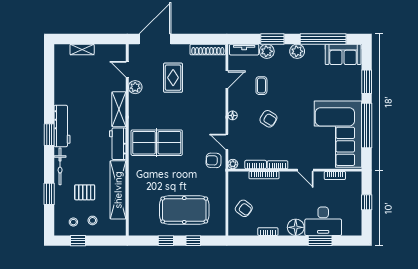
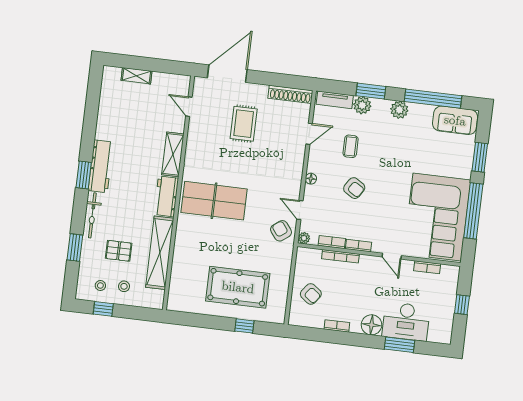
plant: (135, 87) -> (196, 130), removed
armchair: (214, 160) -> (281, 231), turned 51
window: (166, 241) -> (211, 322), removed

